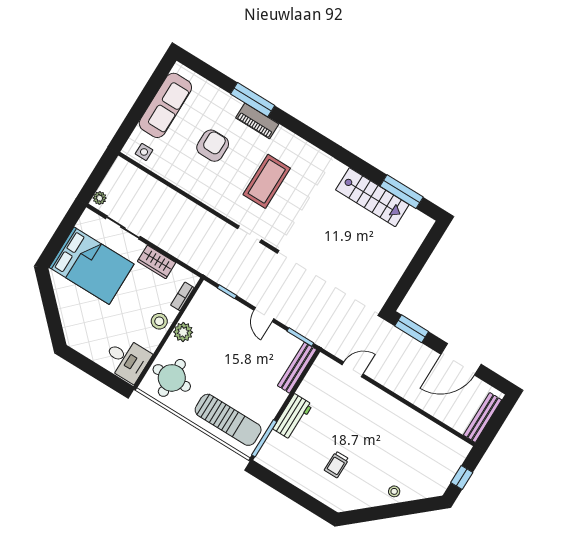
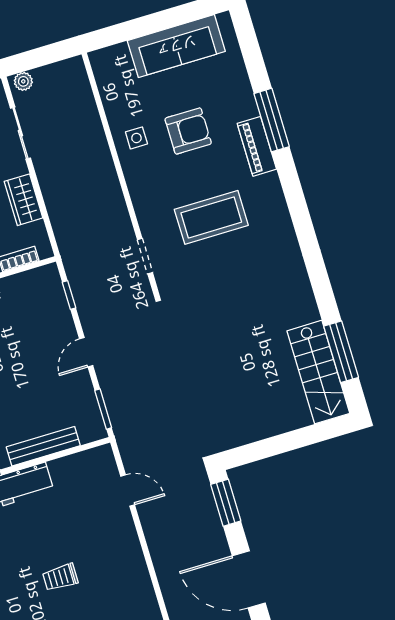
side table: (144, 152) -> (136, 138), moved
stairs: (372, 197) -> (318, 372), moved
bench: (297, 368) -> (43, 446), moved
trolley: (337, 464) -> (60, 577), moved

